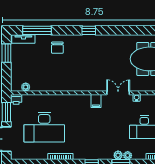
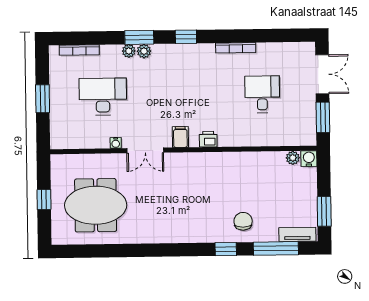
window: (89, 30) -> (226, 249), moved
water cooler: (16, 86) -> (309, 159), added
printer: (16, 99) -> (208, 139), moved
desk: (44, 127) -> (262, 94), width x0.53, depth x0.77

